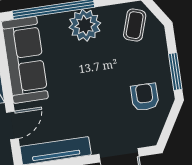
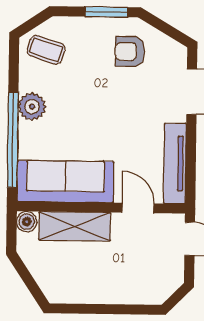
plant: (85, 25) -> (32, 107), width x0.73, depth x0.73

